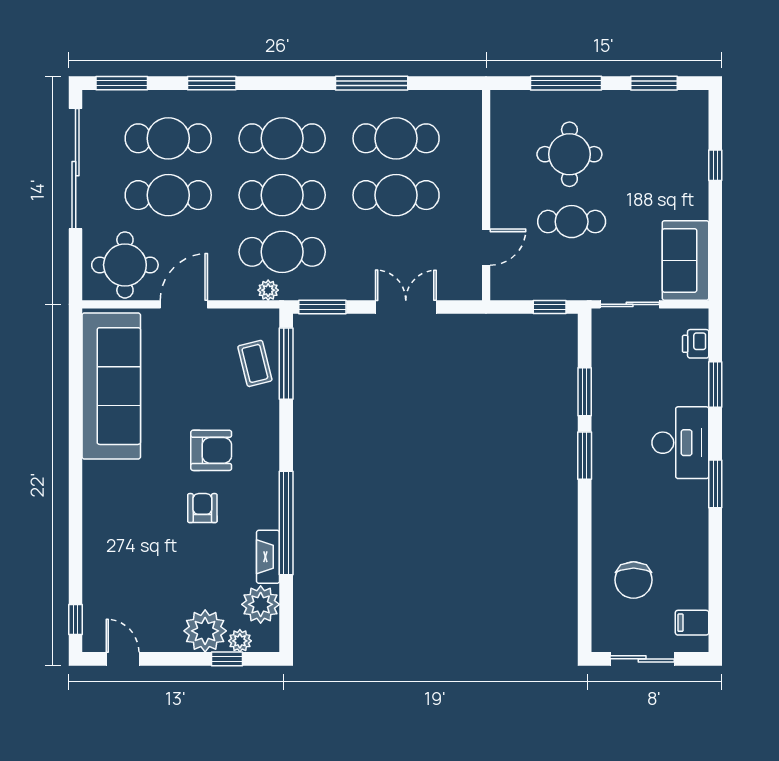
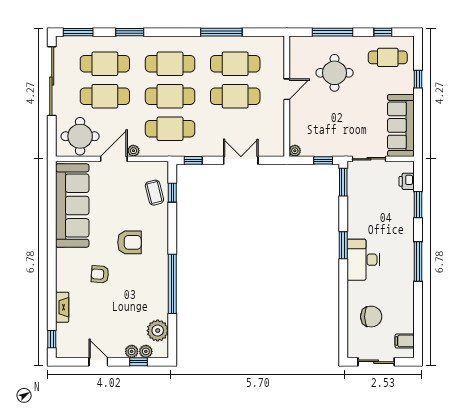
window: (654, 83) -> (383, 32), width x0.67
cafe table: (572, 222) -> (388, 57), moved
door: (486, 247) -> (287, 89), moved
sofa: (686, 260) -> (401, 125), width x1.36
plant: (268, 290) -> (133, 151), moved
plant: (500, 290) -> (295, 151), added
window: (322, 307) -> (193, 160), width x0.67
window: (286, 364) -> (172, 193), width x0.46
window: (585, 392) -> (343, 182), moved
desk: (680, 443) -> (363, 260), moved, turned 180
window: (715, 484) -> (418, 262), width x1.44
armchair: (202, 508) -> (100, 274), moved, turned -86
fireplace: (268, 557) -> (62, 307), moved, turned 180
chair: (634, 580) -> (371, 317), turned -90
plant: (205, 631) -> (132, 351), width x0.53, depth x0.53
door: (123, 659) -> (98, 362), moved

